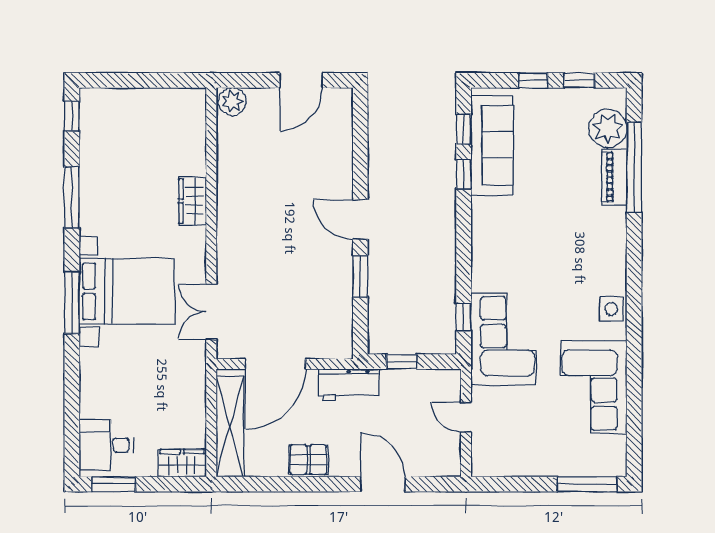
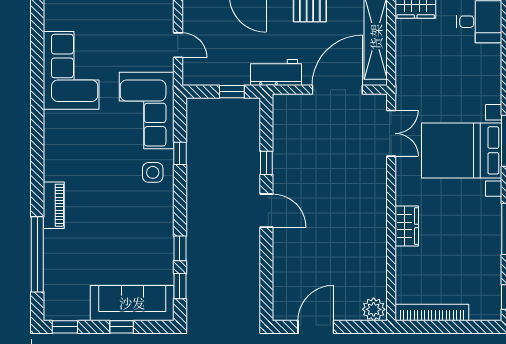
window: (579, 80) -> (65, 327), moved
bookcase: (162, 98) -> (432, 313), added
plant: (608, 128) -> (59, 287), removed
sofa: (492, 145) -> (132, 303), moved, turned 90
piano: (614, 177) -> (54, 205), moved
window: (360, 277) -> (266, 163), width x0.67
side table: (611, 309) -> (153, 172), moved
window: (464, 318) -> (180, 153), moved

